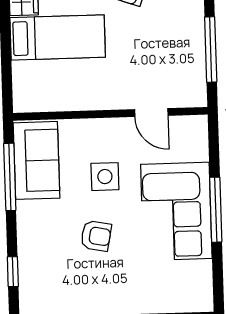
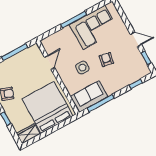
bed: (58, 37) -> (47, 107), width x2.04
corner sofa: (176, 211) -> (94, 27), moved

